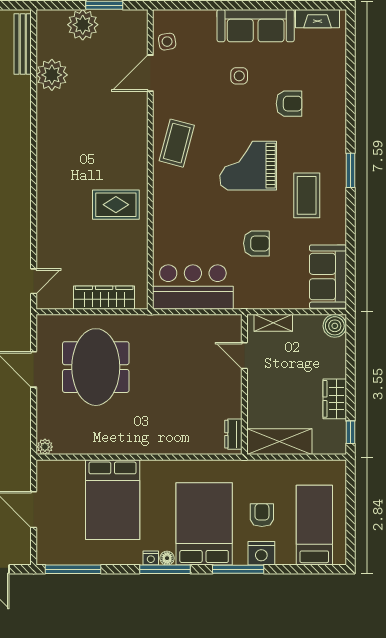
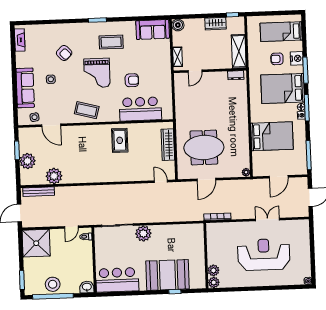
sofa: (256, 26) -> (25, 88), moved
armchair: (289, 104) -> (64, 53), turned 136
armchair: (256, 243) -> (132, 80), moved, turned 90
bar counter: (193, 287) -> (140, 109), moved, turned 90

